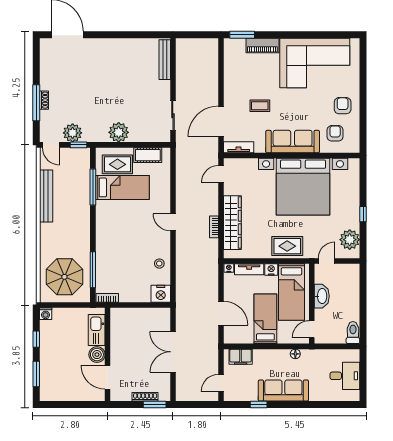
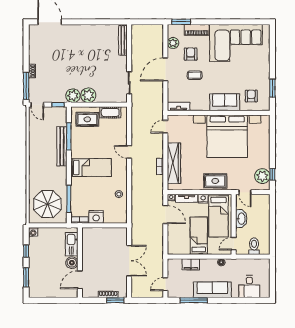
plant: (231, 63) -> (173, 43), added
window: (36, 103) -> (26, 86), moved
armchair: (343, 106) -> (191, 54), moved
door: (221, 121) -> (165, 69), moved
window: (363, 123) -> (272, 88), added
plant: (73, 133) -> (73, 96), moved
sofa: (293, 142) -> (225, 102), width x0.73
bed: (122, 187) -> (91, 168), moved
bench: (46, 196) -> (62, 146), moved
window: (363, 214) -> (272, 174), moved
door: (173, 222) -> (129, 152), moved
door: (327, 261) -> (245, 192), swing flipped
nightstand: (161, 294) -> (96, 217), moved
door: (221, 313) -> (165, 215), moved
toilet: (353, 333) -> (254, 246), moved
double door: (173, 352) -> (129, 261), swing flipped
filing cabinet: (241, 357) -> (191, 264), moved
desk: (345, 376) -> (249, 287), moved, turned 90
door: (108, 377) -> (80, 280), hinge flipped
window: (259, 404) -> (194, 300), width x2.17

